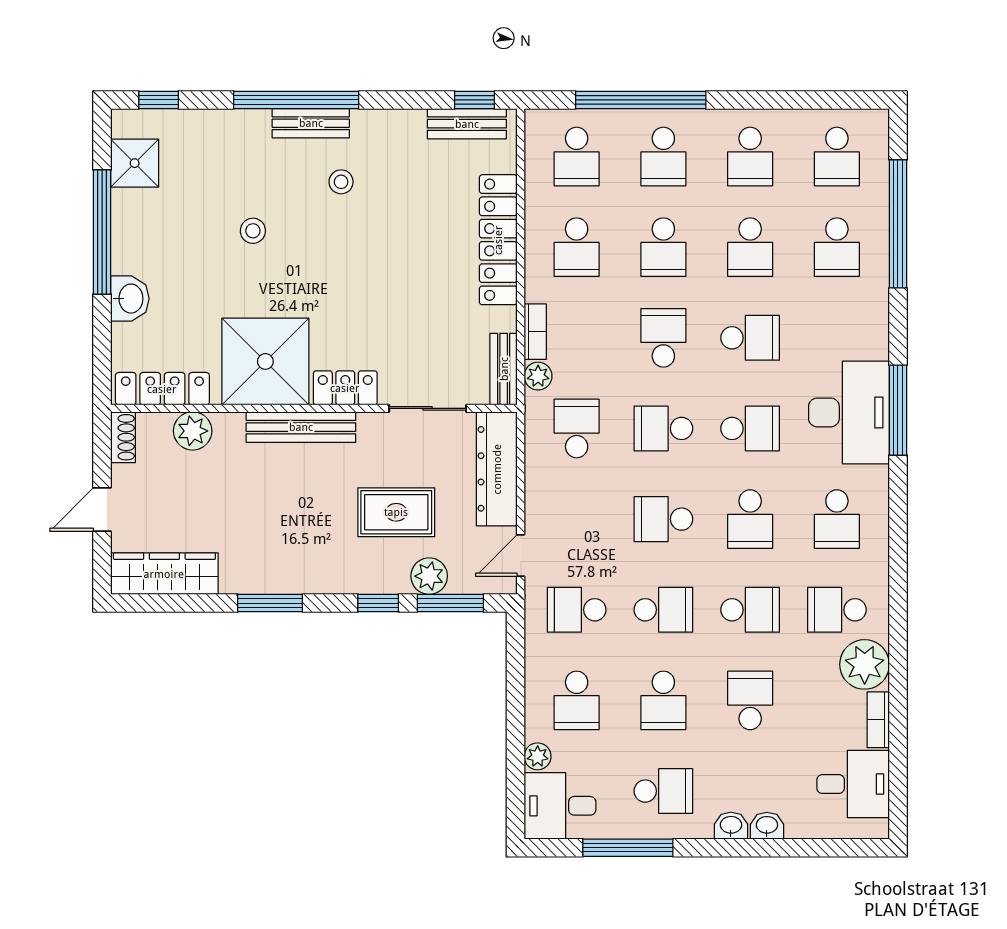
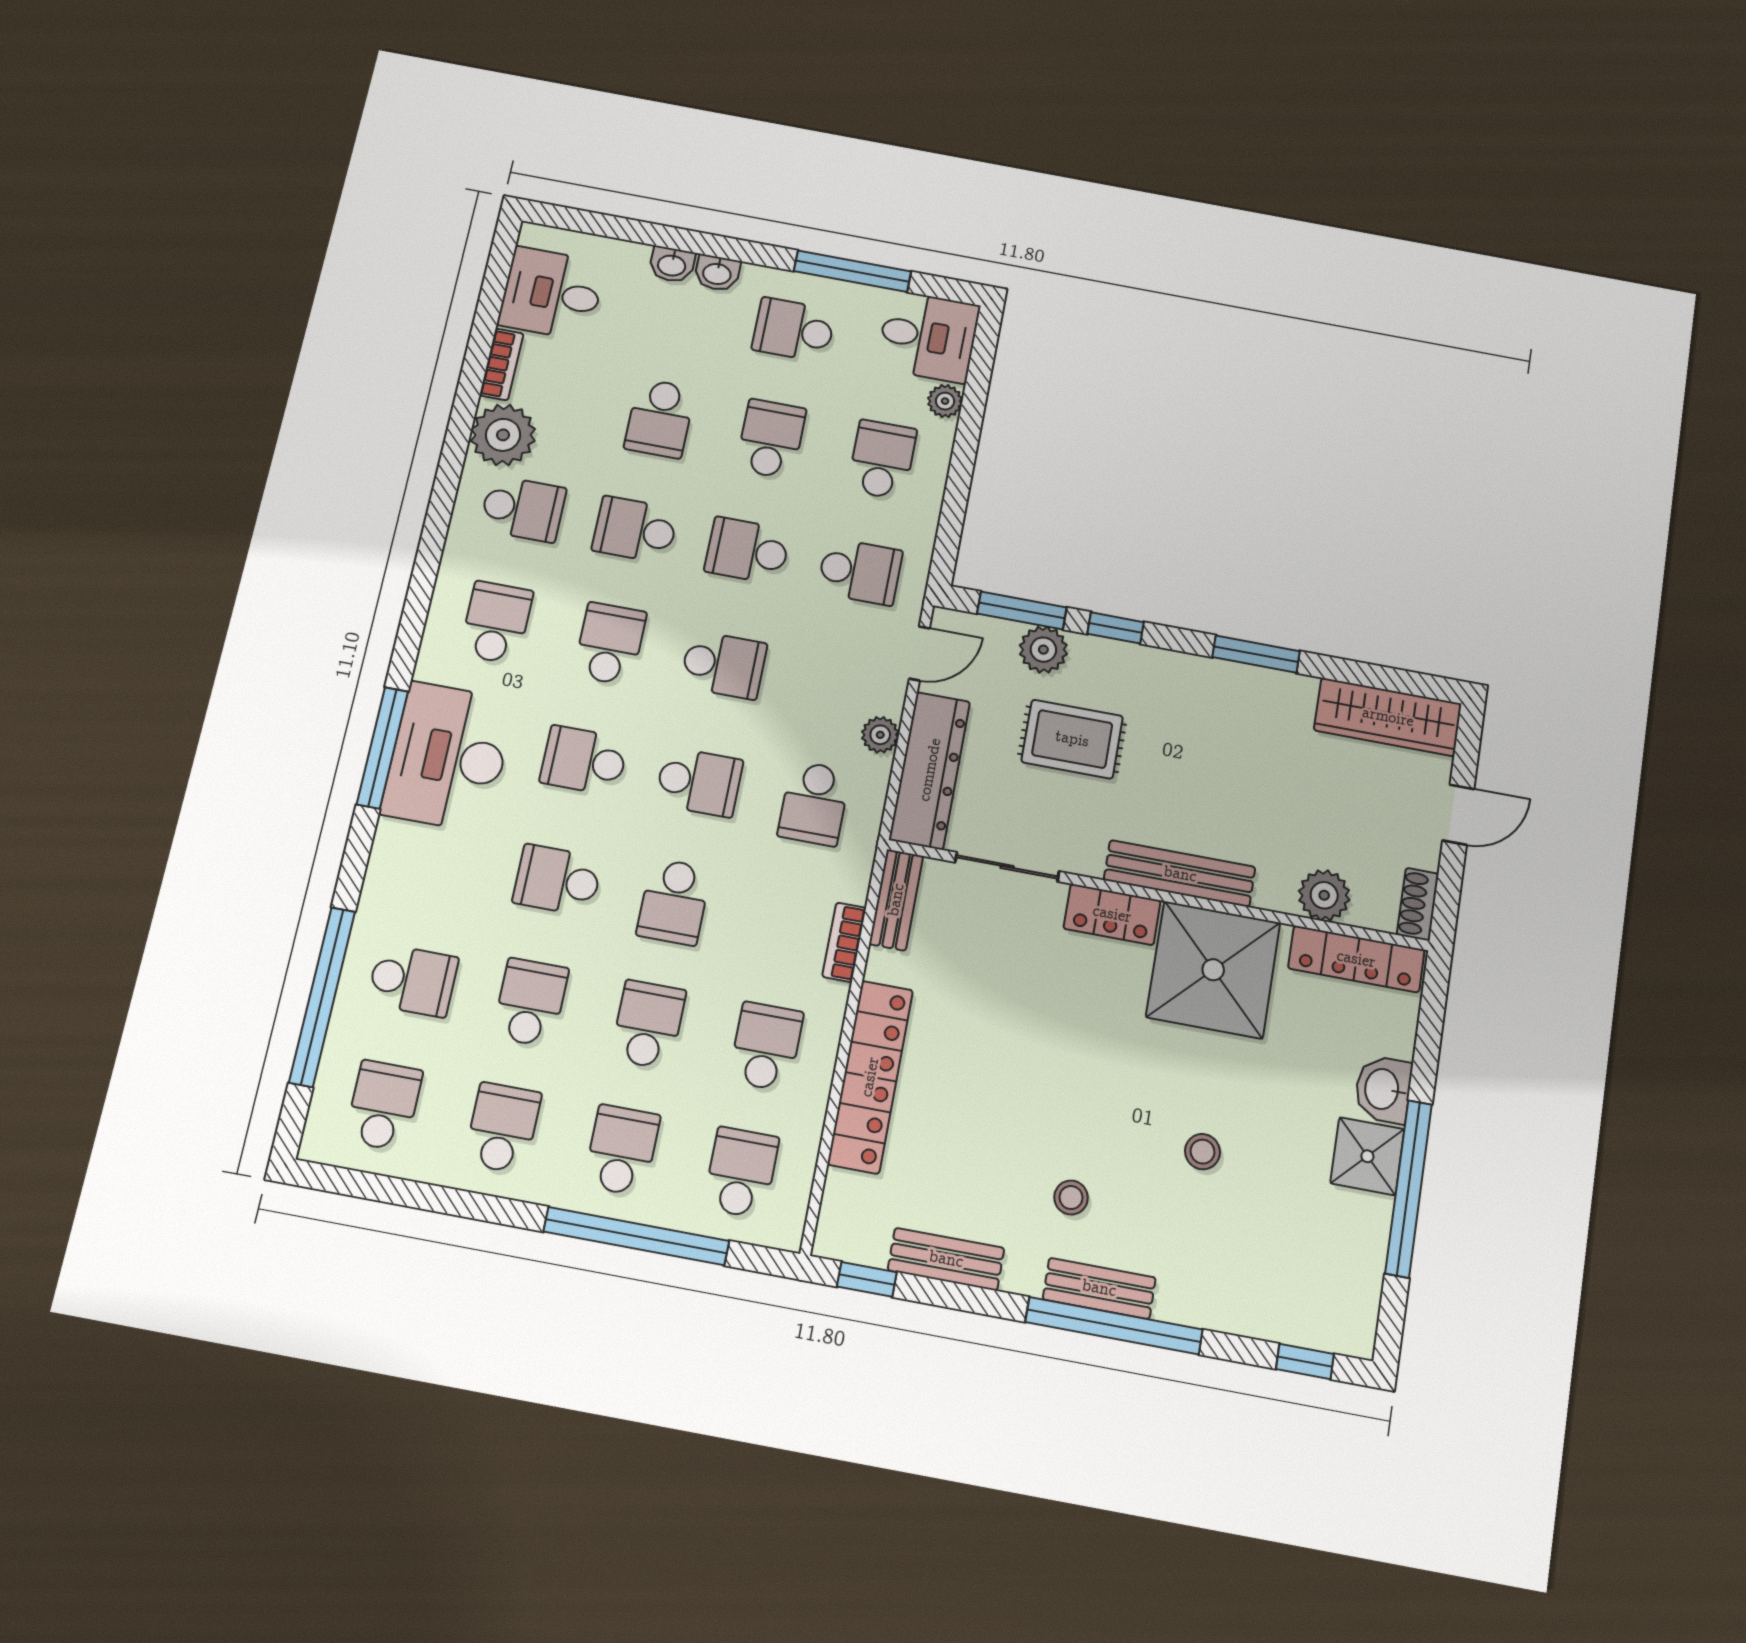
bench: (467, 124) -> (946, 1259), moved
shower: (135, 163) -> (1367, 1156), moved
school desk: (837, 247) -> (413, 980), turned 90
plant: (538, 376) -> (880, 735), moved

